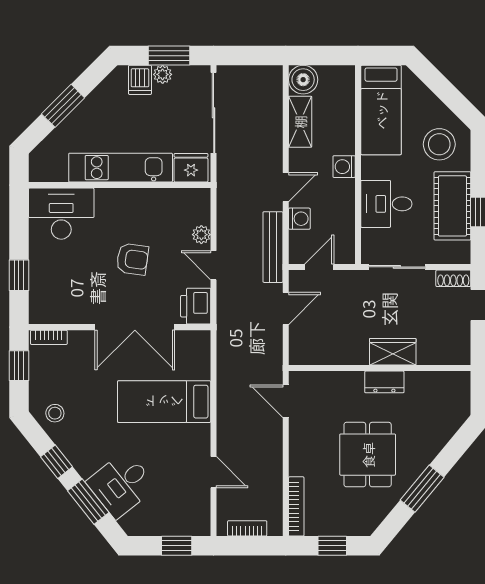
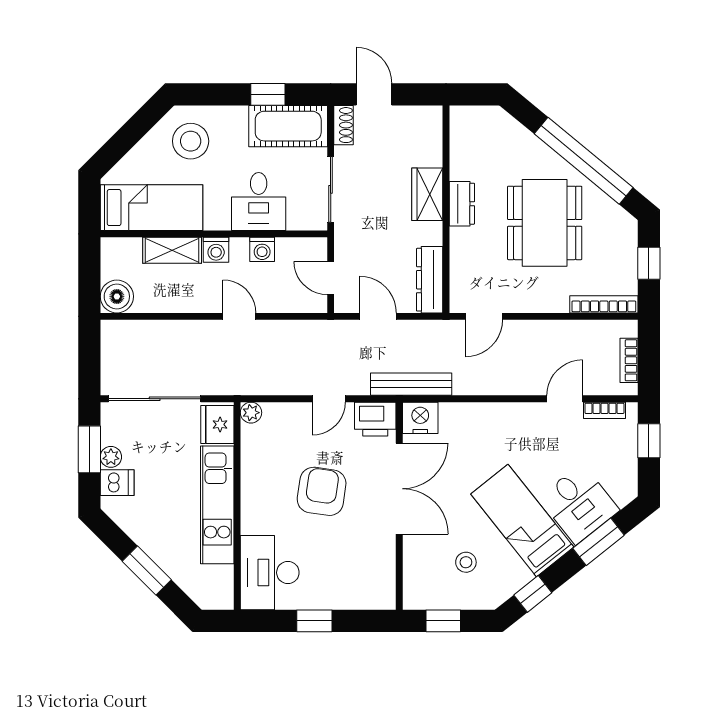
shelving: (300, 122) -> (172, 250), moved
cot: (452, 206) -> (288, 126), moved
washing machine: (299, 219) -> (262, 249), moved, turned 180
plant: (201, 235) -> (251, 413), moved
bench: (273, 247) -> (411, 384), moved
armchair: (132, 259) -> (322, 491), width x1.38, depth x1.38
window: (19, 275) -> (314, 621), moved
bookcase: (49, 337) -> (604, 410), moved, turned 90
nightstand: (197, 345) -> (420, 418), added
dresser: (318, 354) -> (430, 280), added
bed: (164, 402) -> (522, 520), moved, turned 142
stool: (55, 413) -> (466, 562), moved
dining table: (368, 455) -> (545, 223), width x1.38
window: (57, 462) -> (533, 594), moved
window: (422, 489) -> (584, 161), width x2.11

